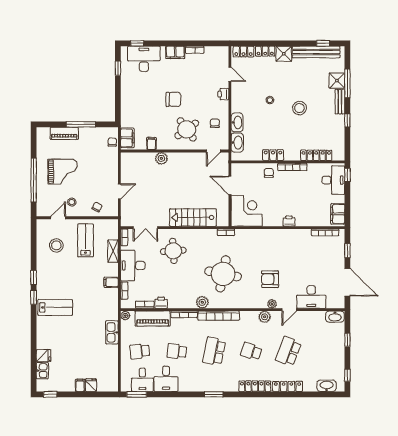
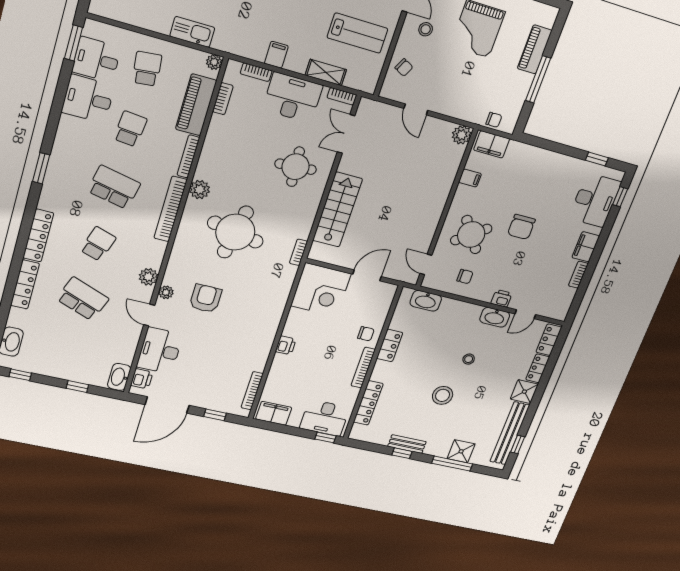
bench: (340, 102) -> (407, 444), moved
washbasin: (237, 122) -> (495, 317), moved
plant: (161, 158) -> (462, 135), moved
printer: (161, 303) -> (142, 379), moved

